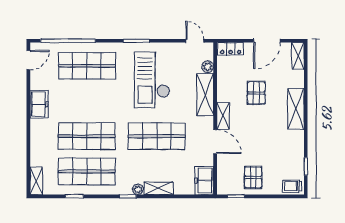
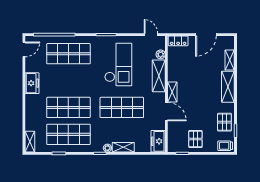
shelving: (298, 56) -> (230, 60), moved
checkout: (152, 80) -> (118, 64), turned 180
pallet: (256, 93) -> (224, 122), moved

